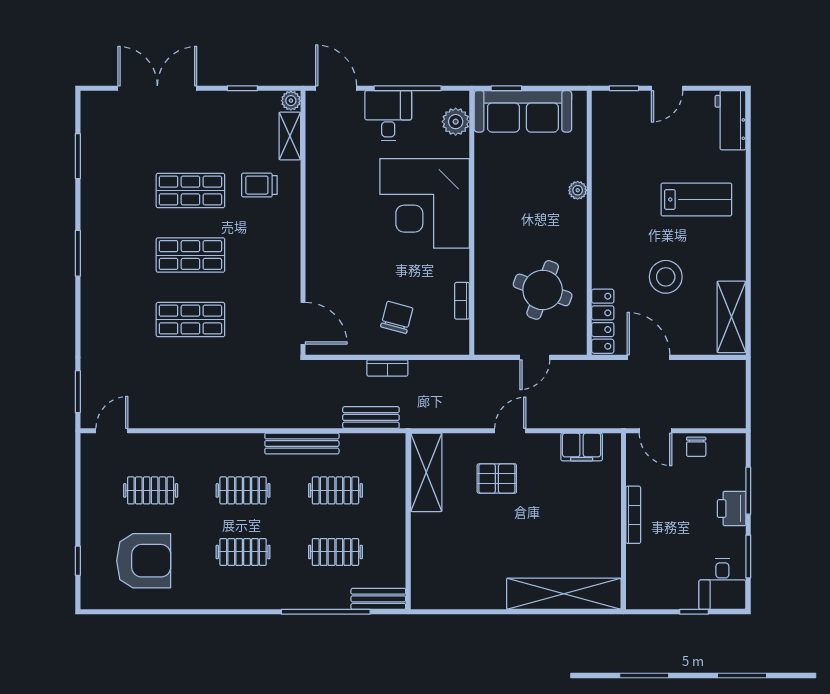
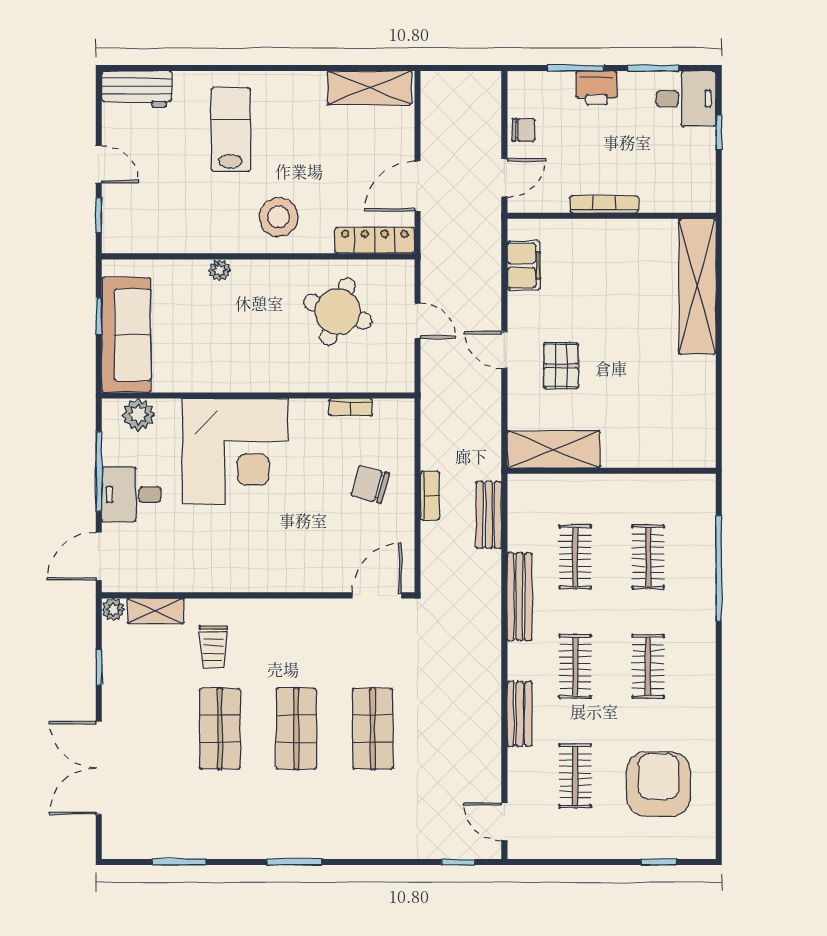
window: (506, 88) -> (99, 316), moved
stool: (666, 277) -> (279, 217), moved
window: (78, 392) -> (458, 862), width x0.67
bench: (378, 599) -> (520, 714), moved

